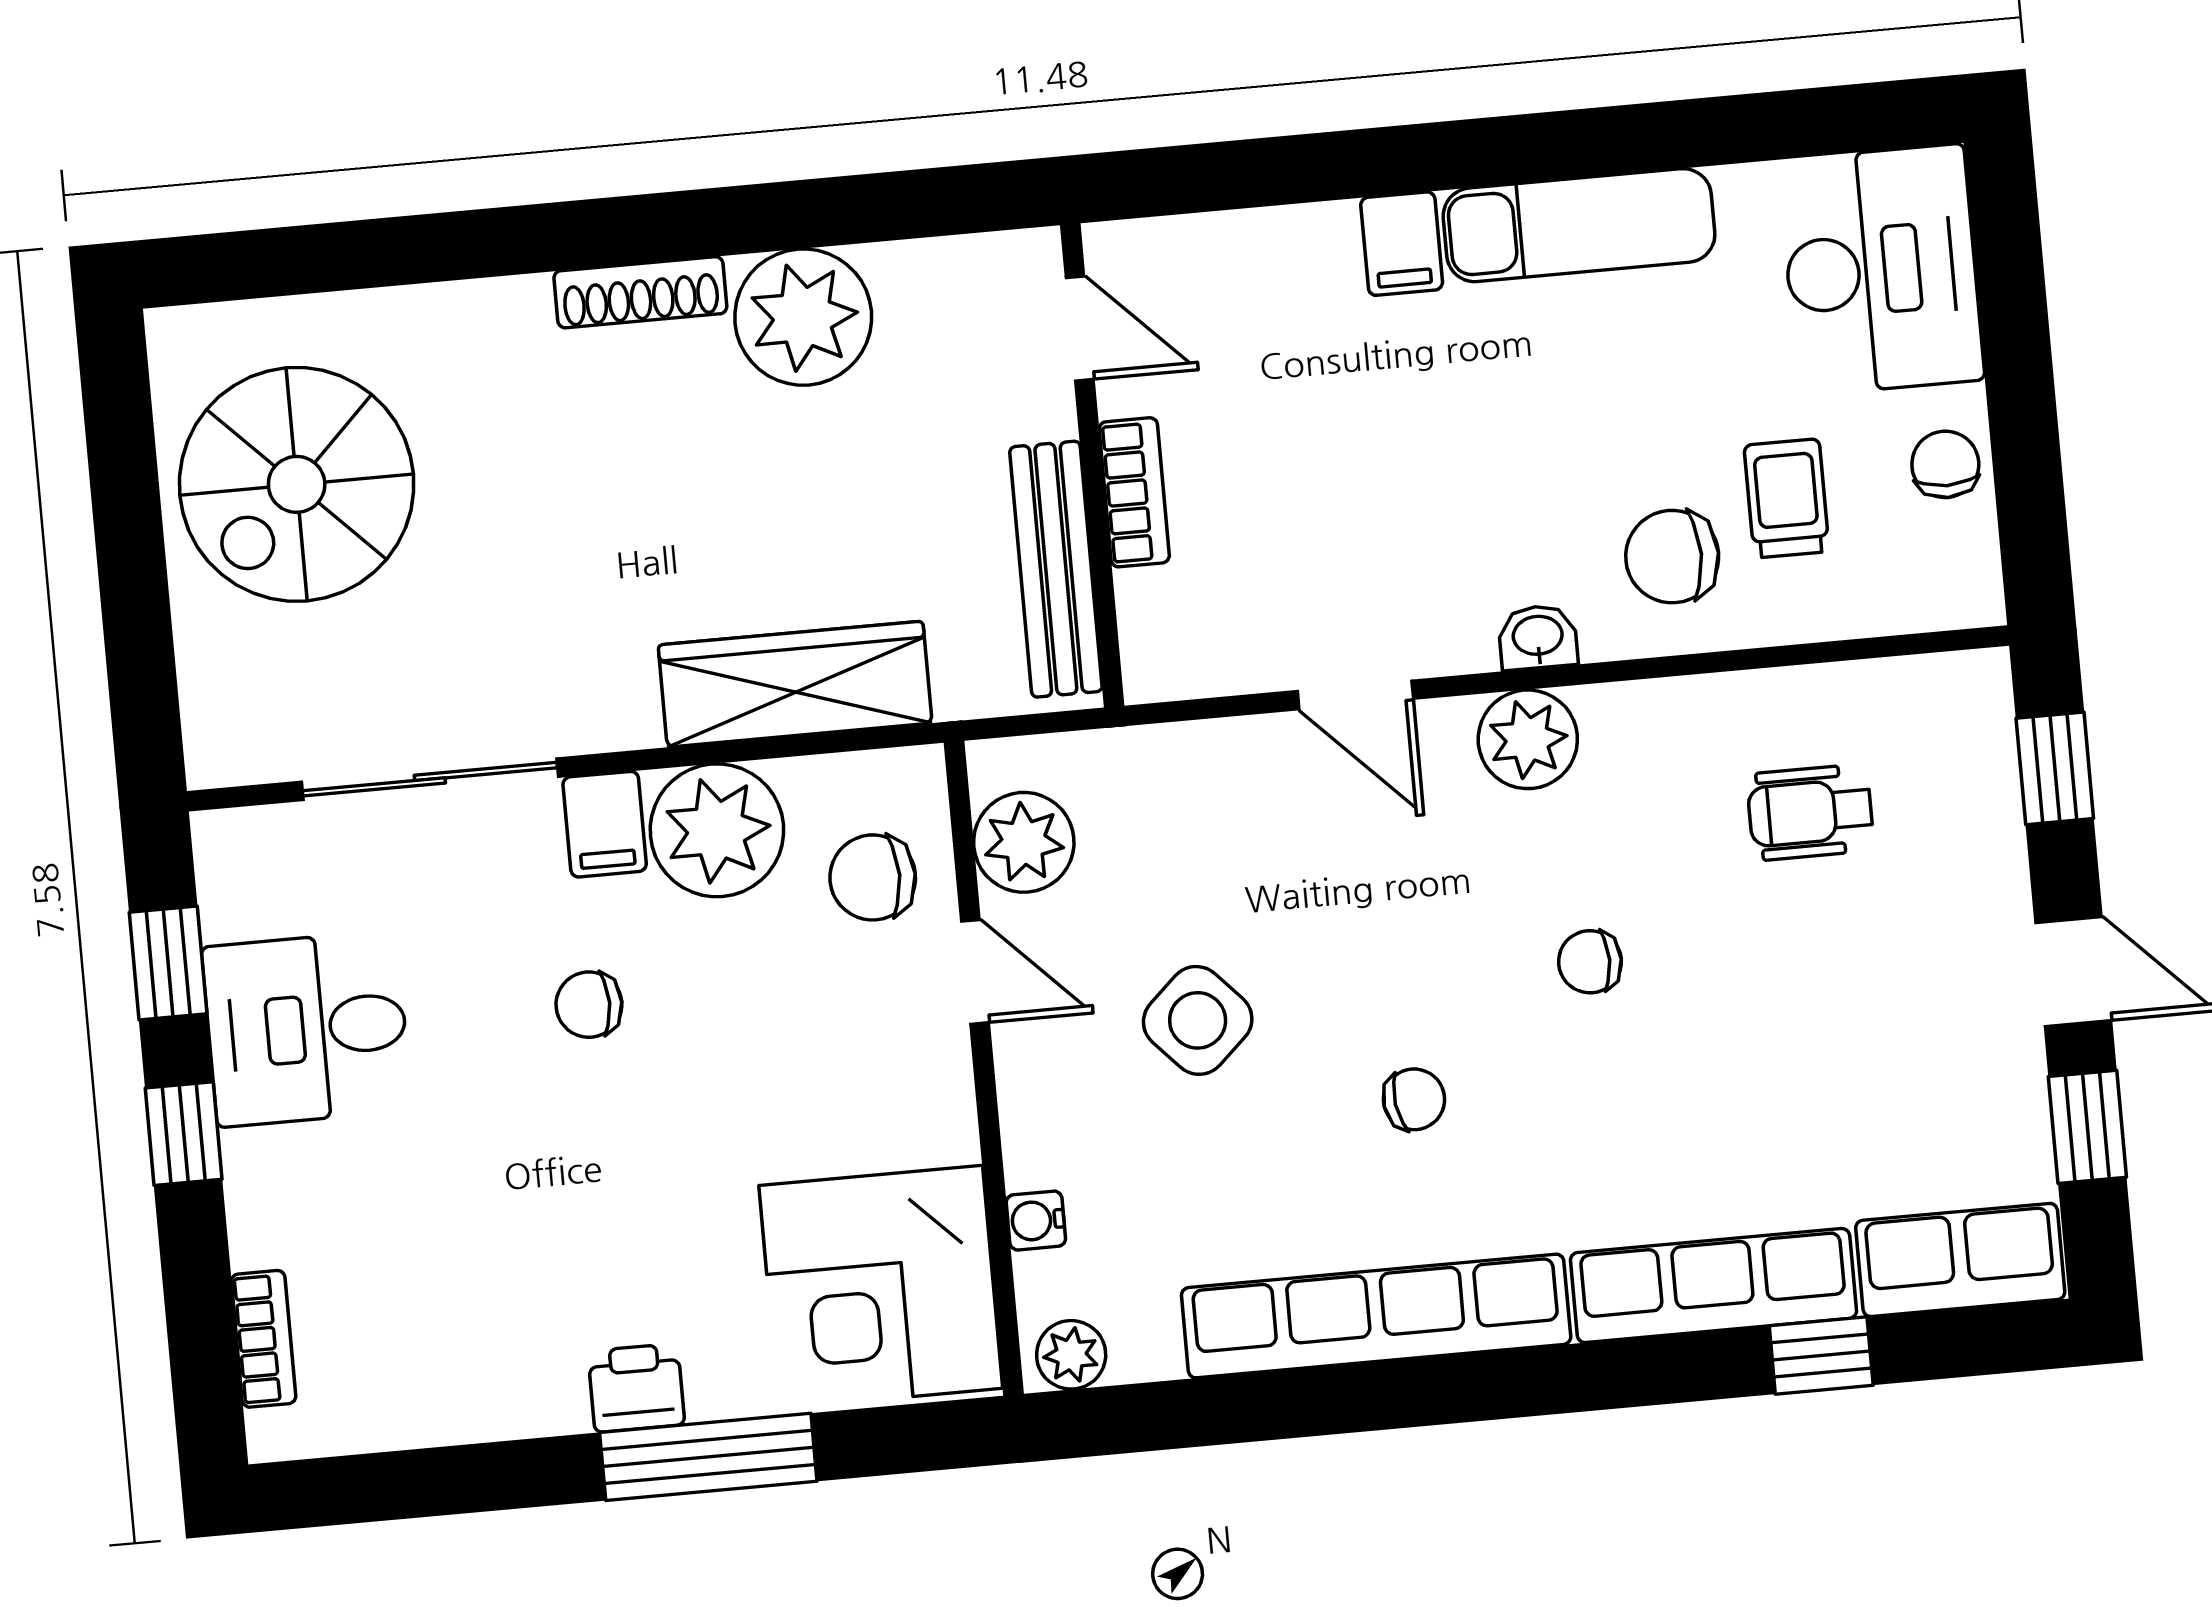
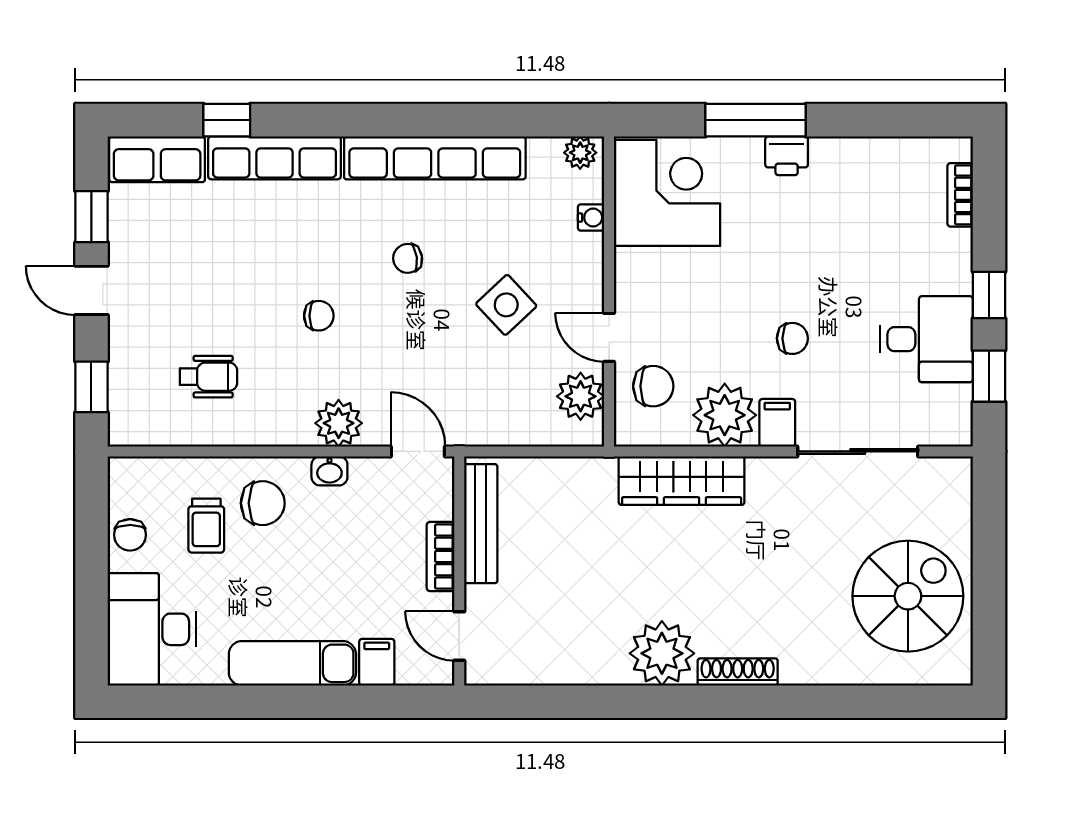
door: (1080, 328) -> (459, 636), moved
wall: (1092, 465) -> (459, 571), moved
bookcase: (1134, 492) -> (441, 556), moved
bench: (1056, 569) -> (481, 524), moved

